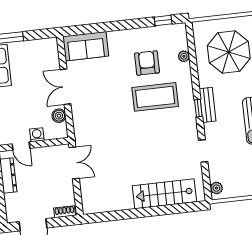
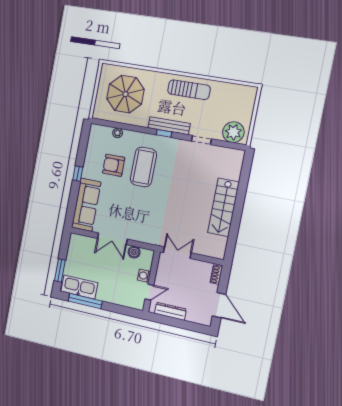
window: (163, 20) -> (78, 174), moved
sofa: (86, 46) -> (86, 205), width x1.36
bench: (208, 105) -> (169, 126), width x1.36
plant: (216, 188) -> (233, 132), width x1.87, depth x1.87
stairs: (164, 194) -> (223, 207), moved

